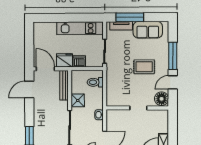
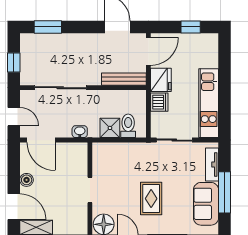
window: (130, 17) -> (225, 192), moved
window: (29, 41) -> (191, 27), added
shower: (78, 100) -> (110, 128), moved

